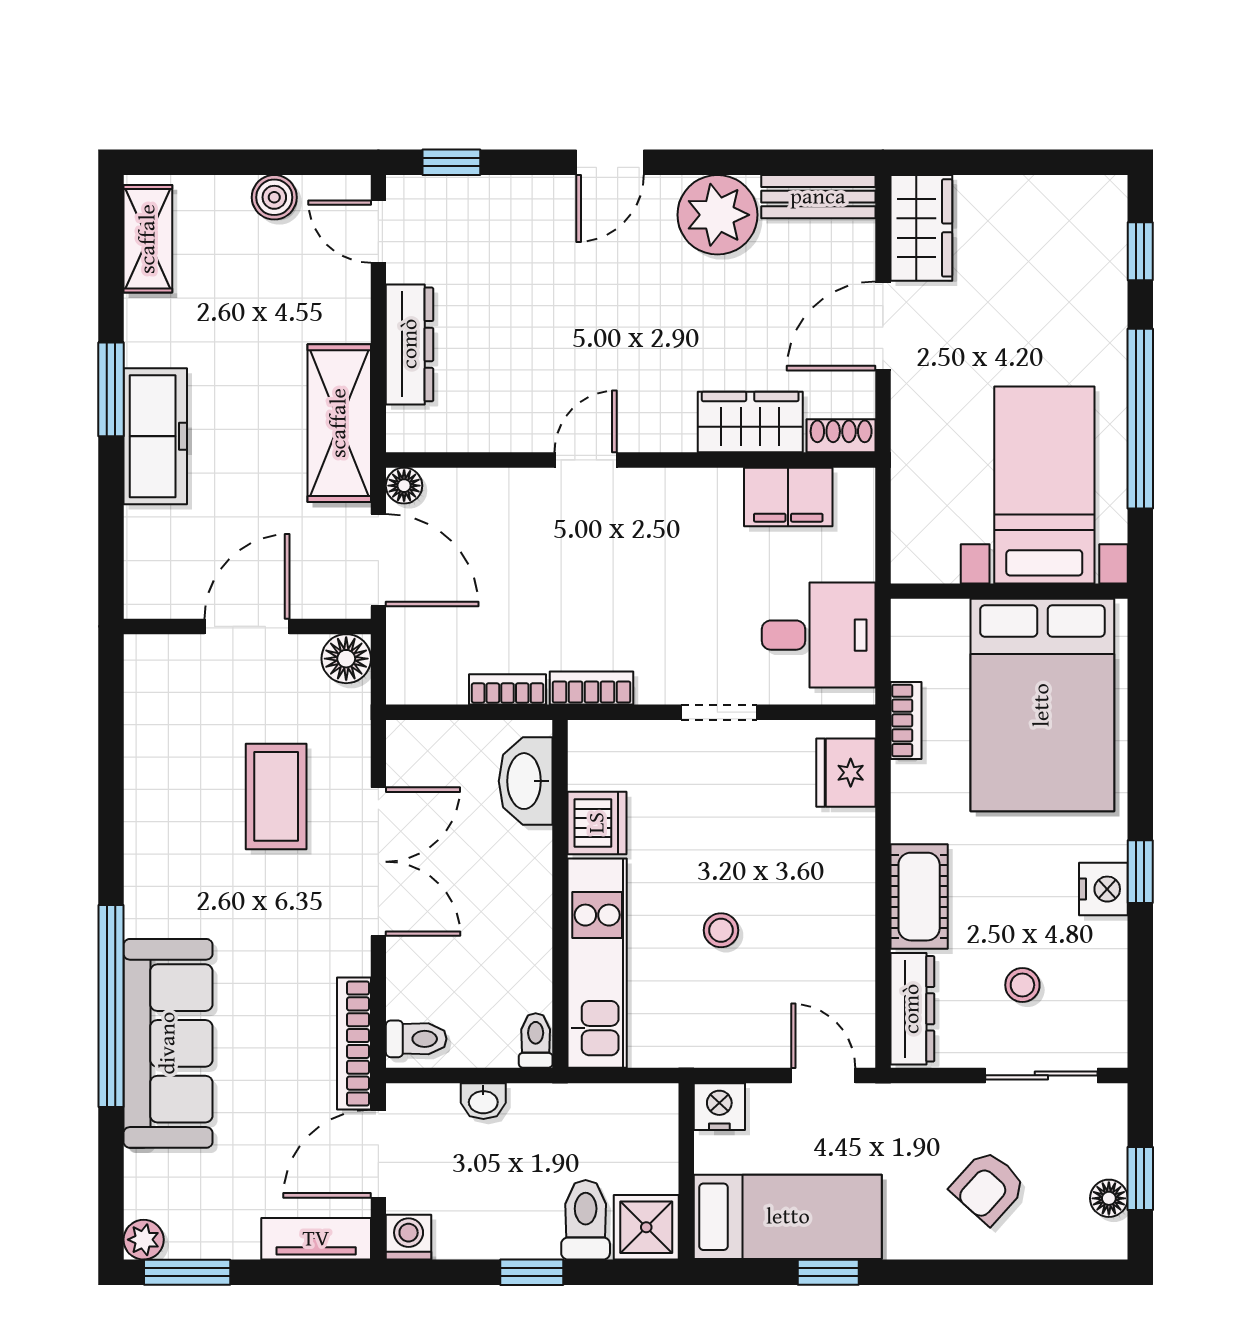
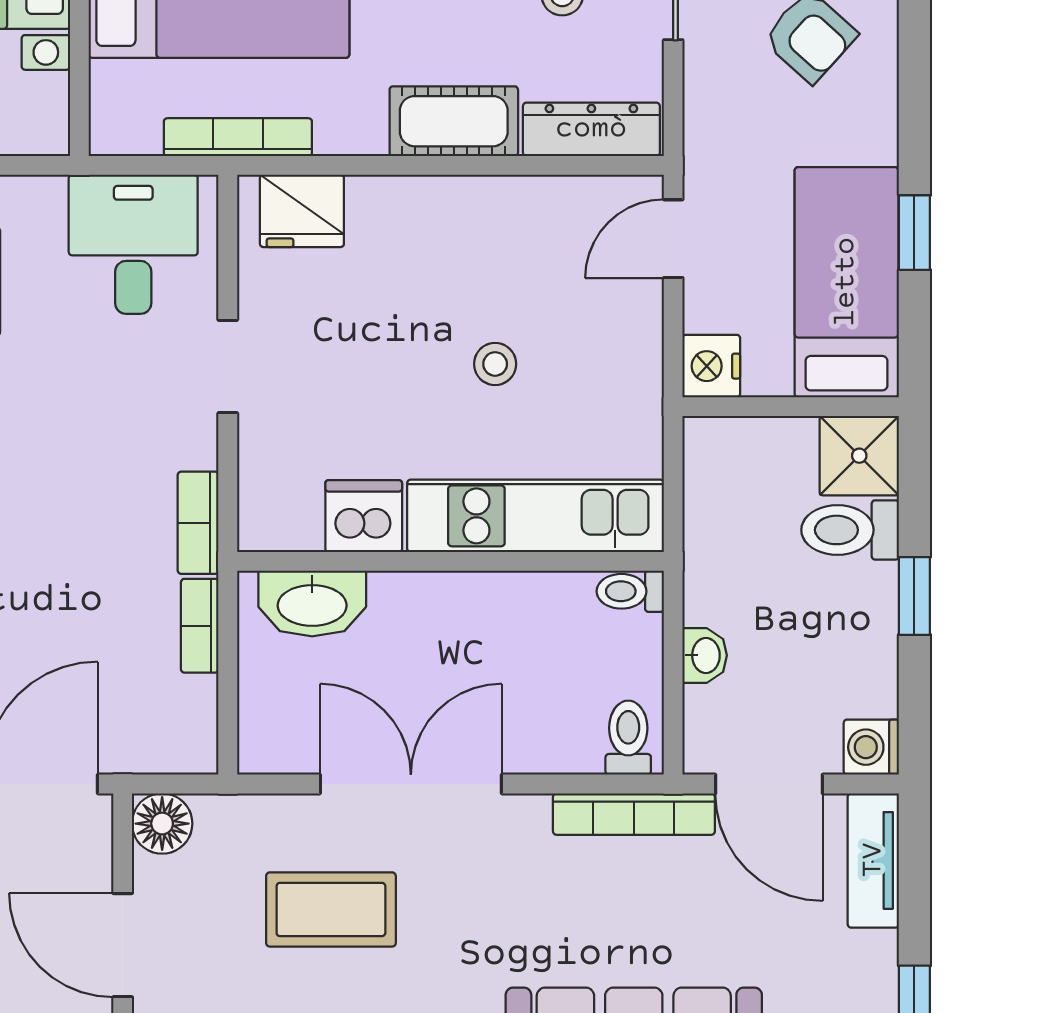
bookcase: (906, 720) -> (238, 137), width x1.56

